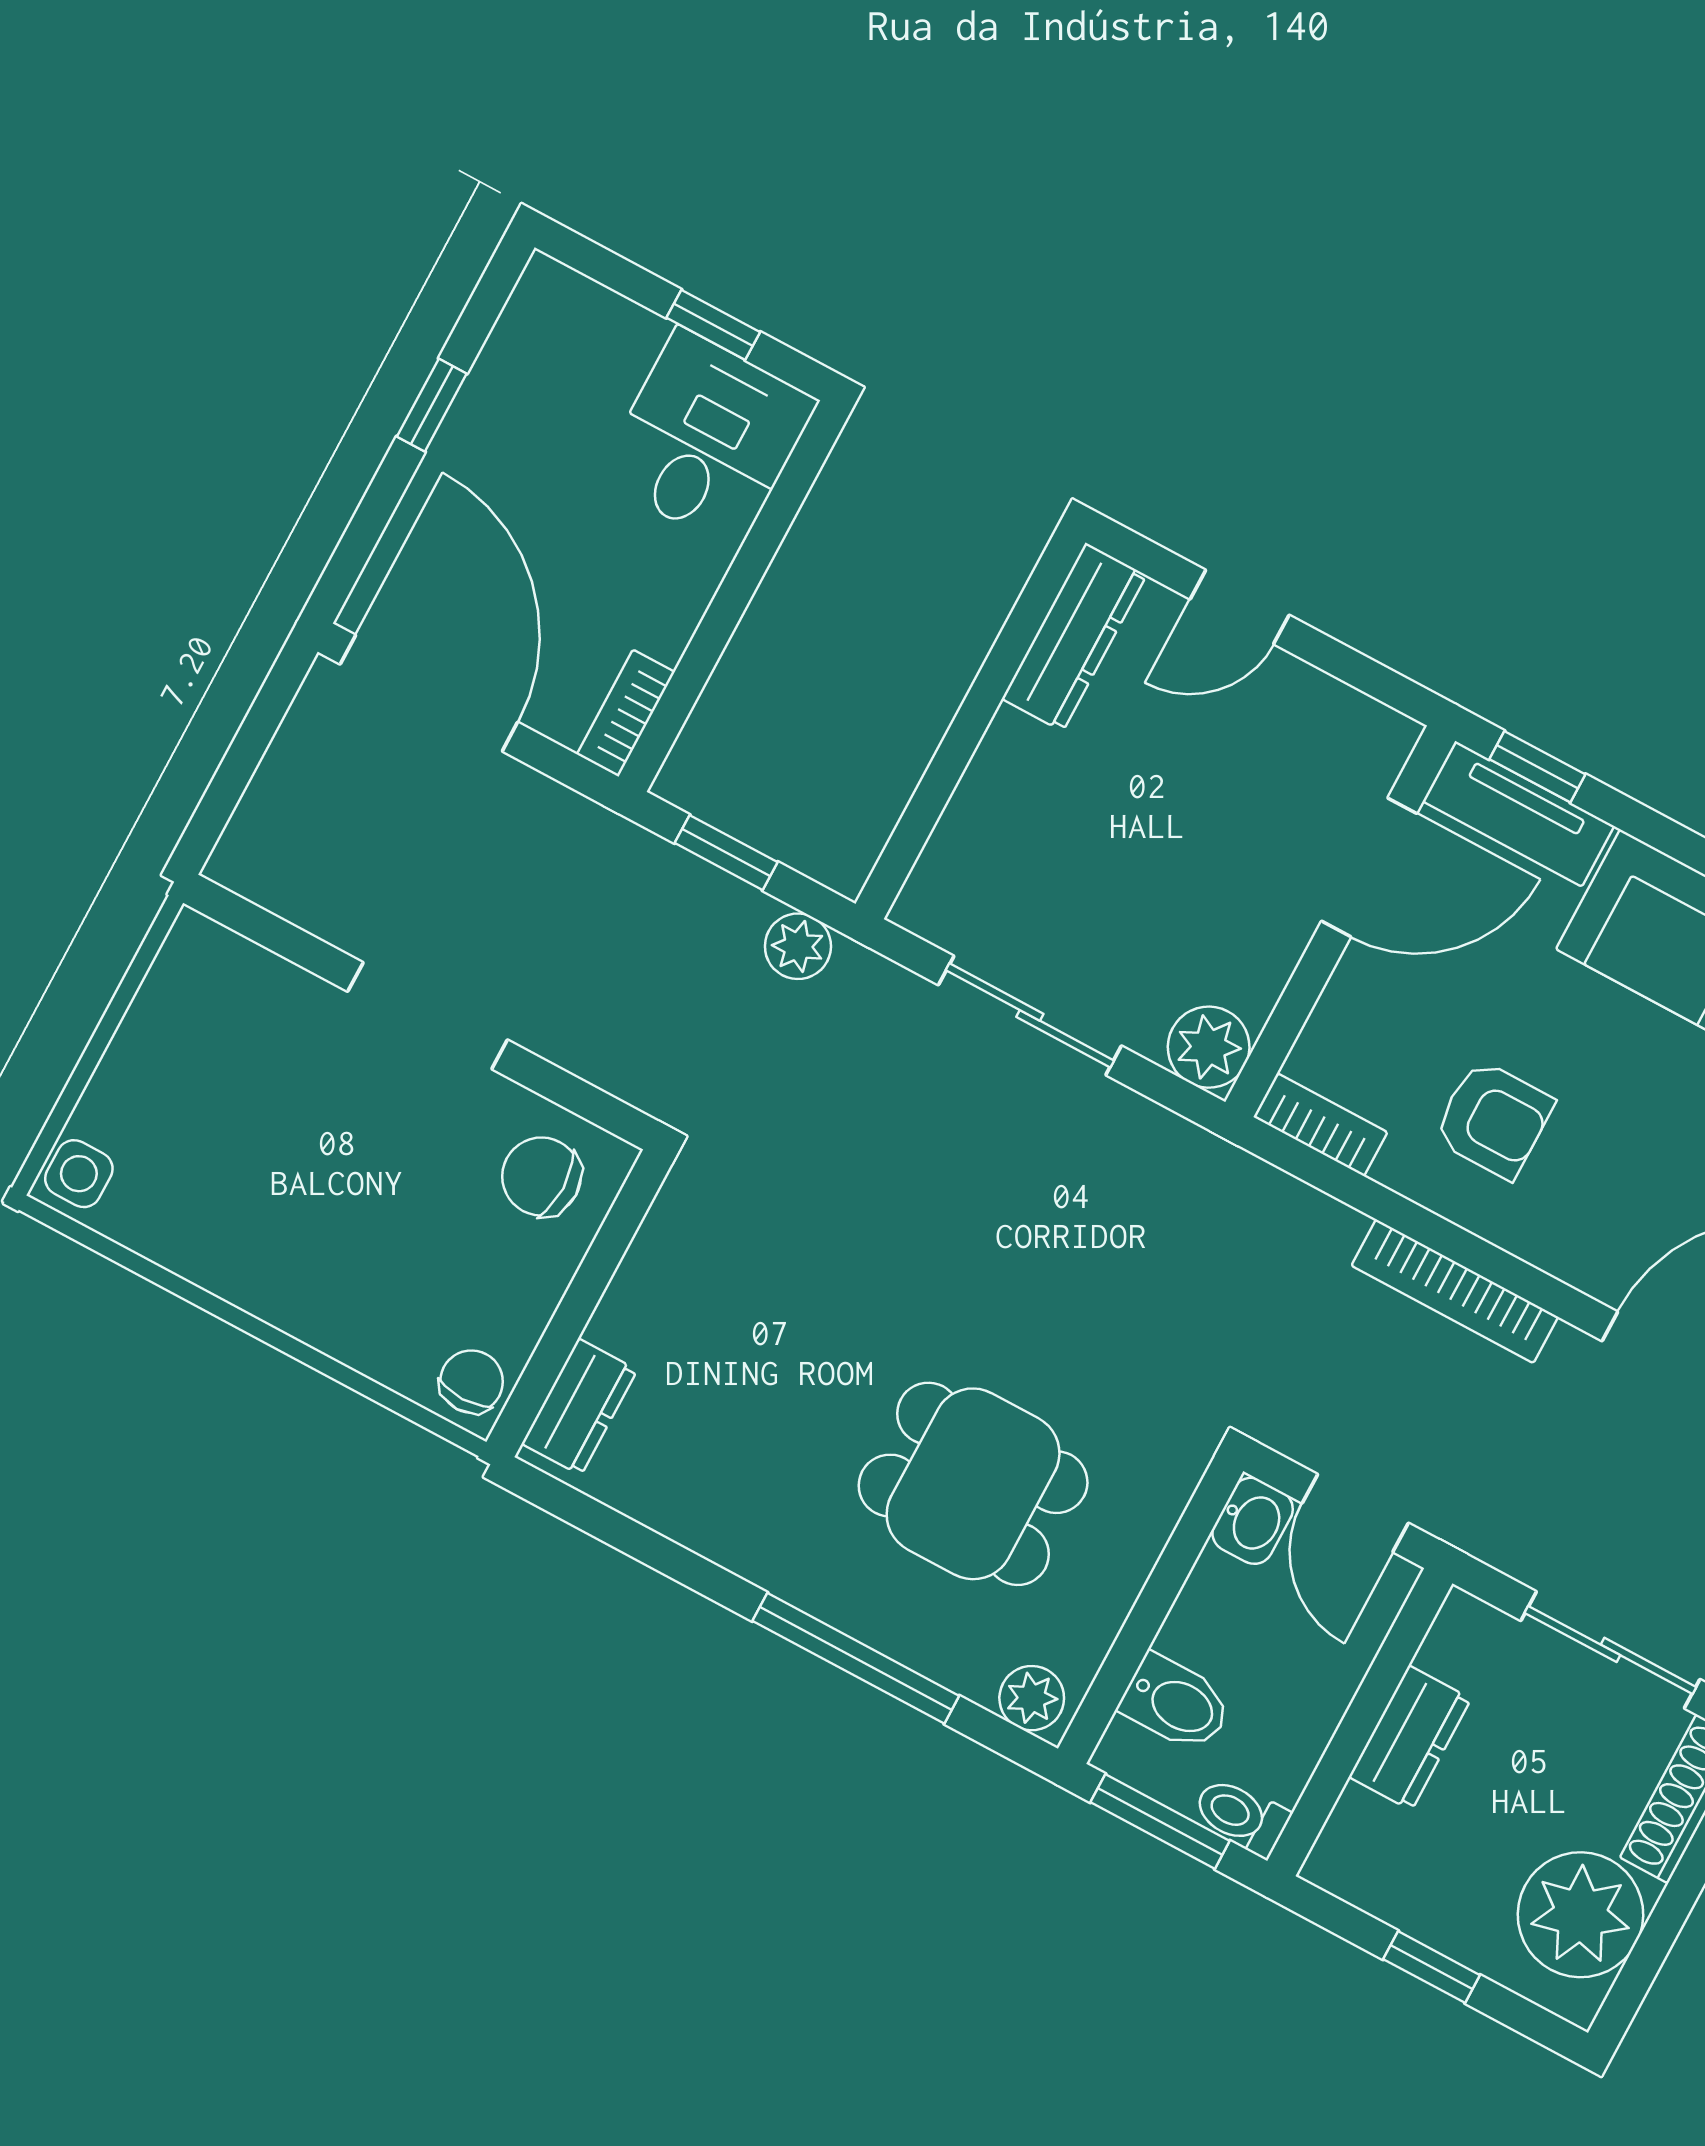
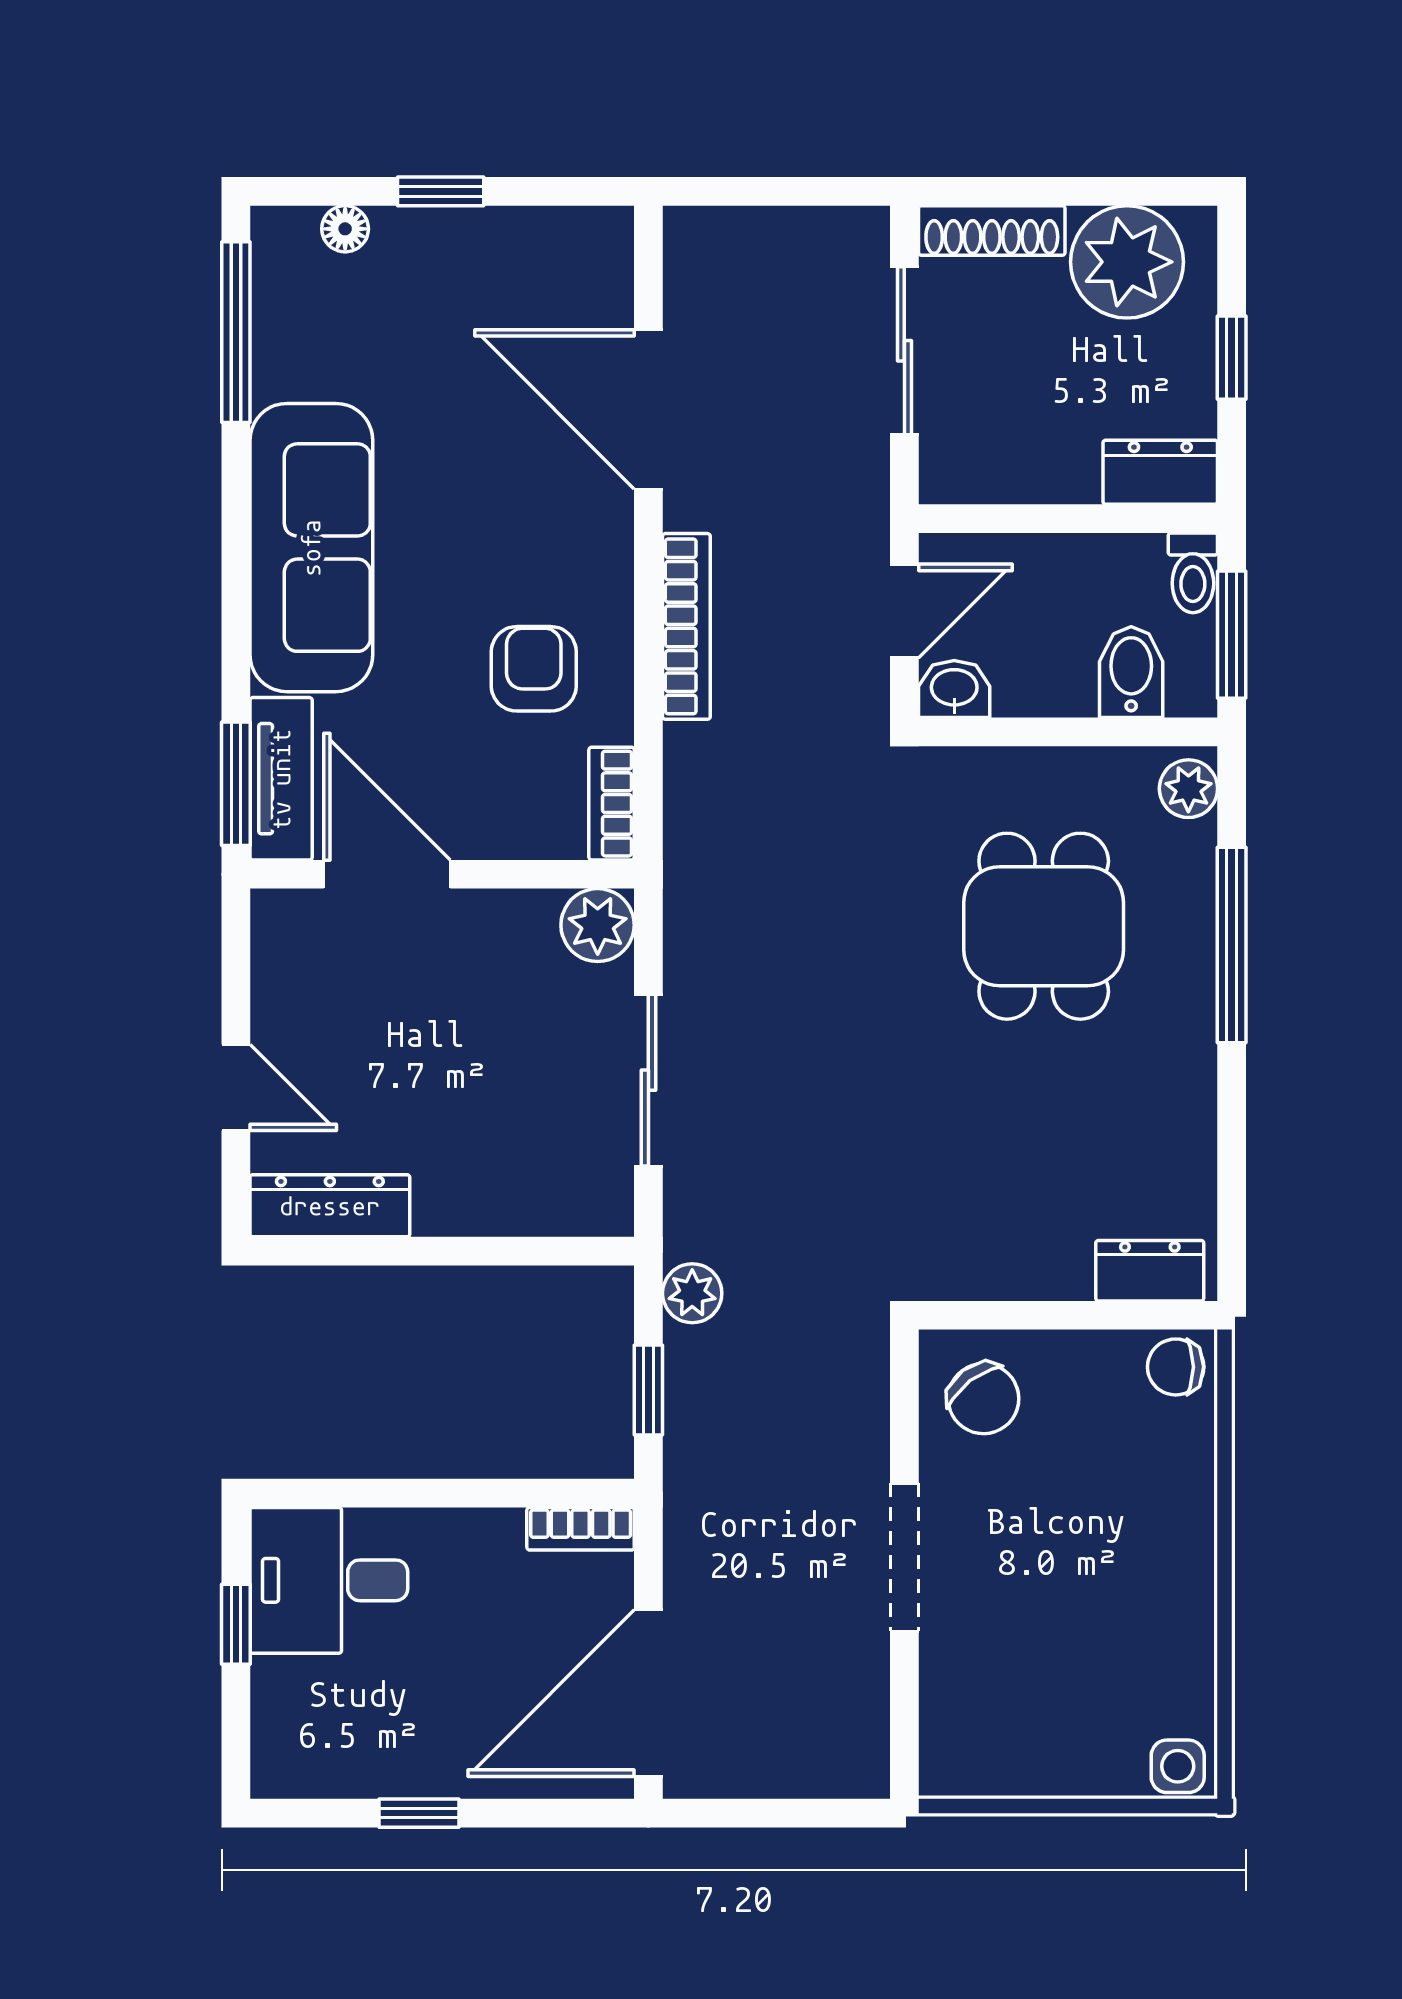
window: (1537, 767) -> (236, 784), width x1.50
chair: (541, 1177) -> (983, 1399), turned -37
dresser: (1410, 1738) -> (1160, 472), moved

